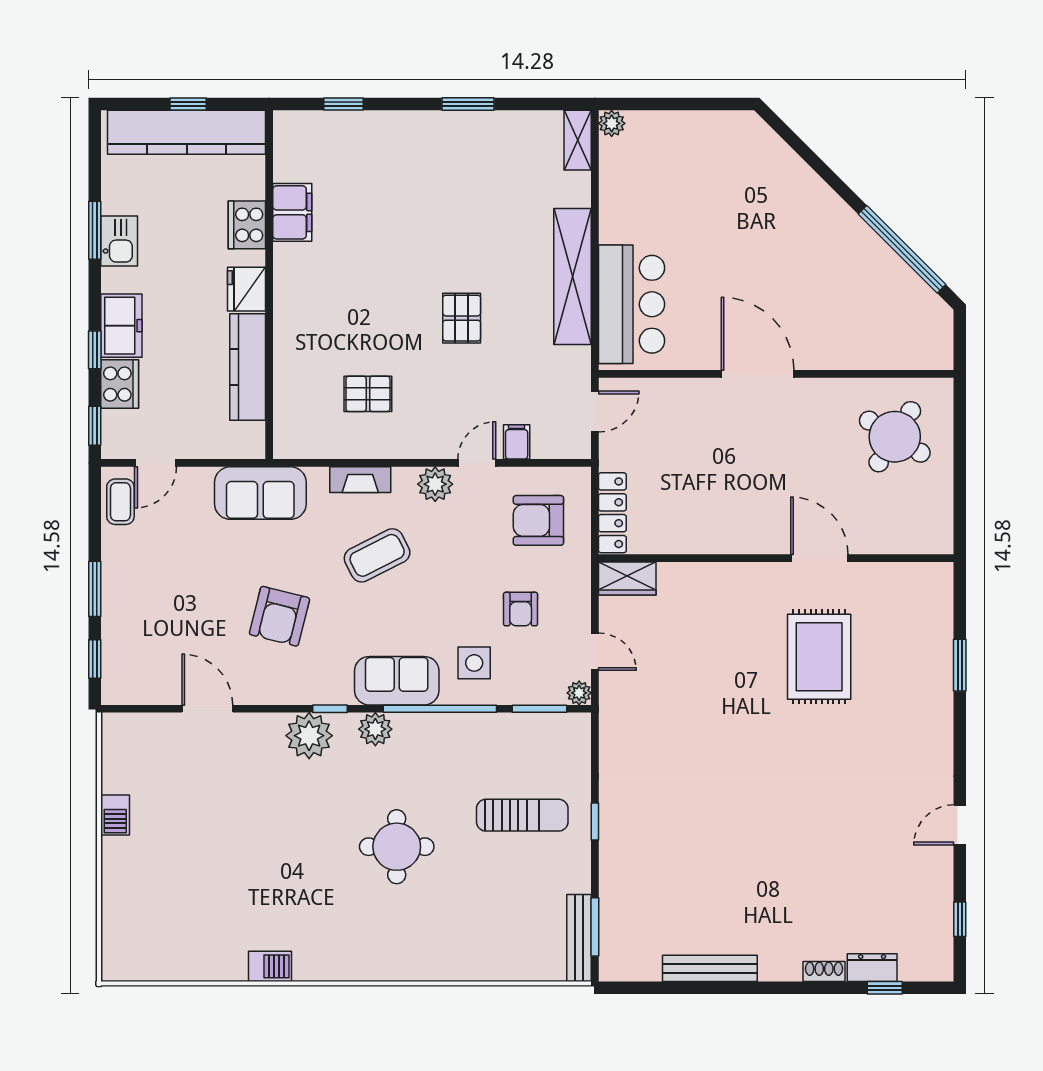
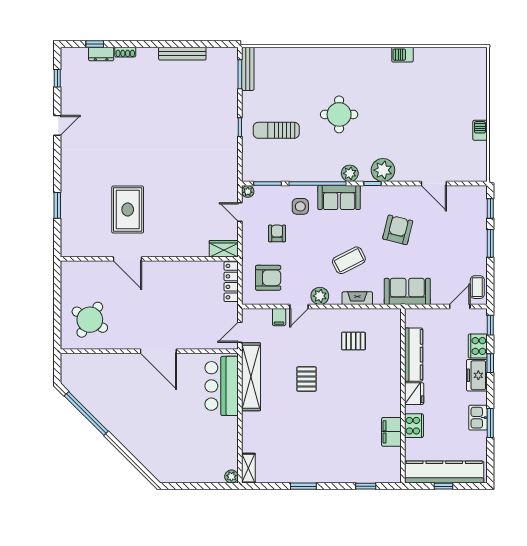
shelving: (573, 277) -> (251, 377), moved

